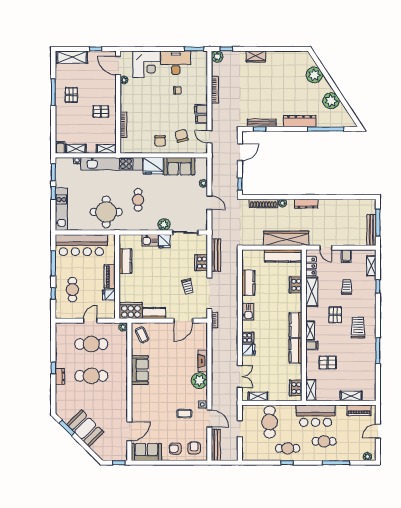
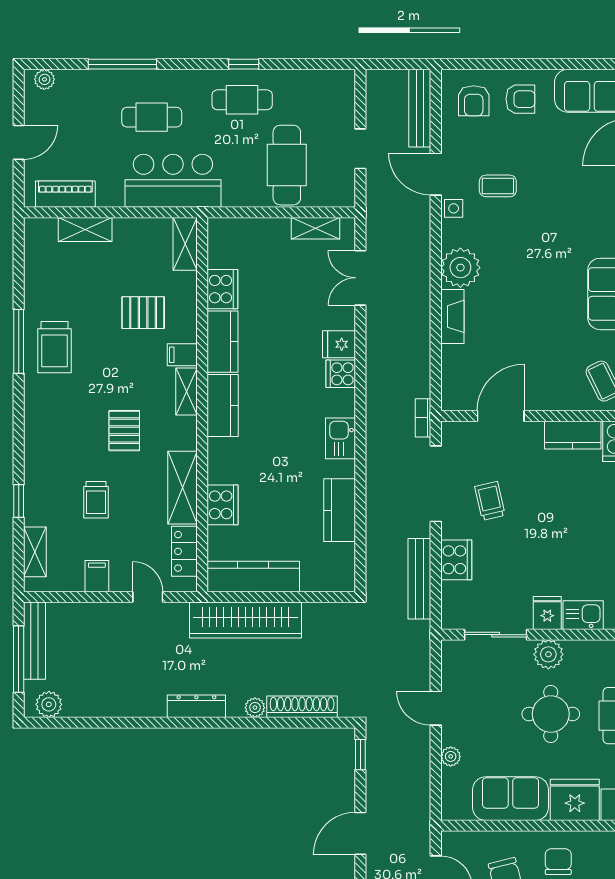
round table: (163, 200) -> (551, 714), added
plant: (366, 204) -> (49, 704), added
trolley: (358, 328) -> (55, 347), moved
cooker: (296, 388) -> (222, 289), moved

